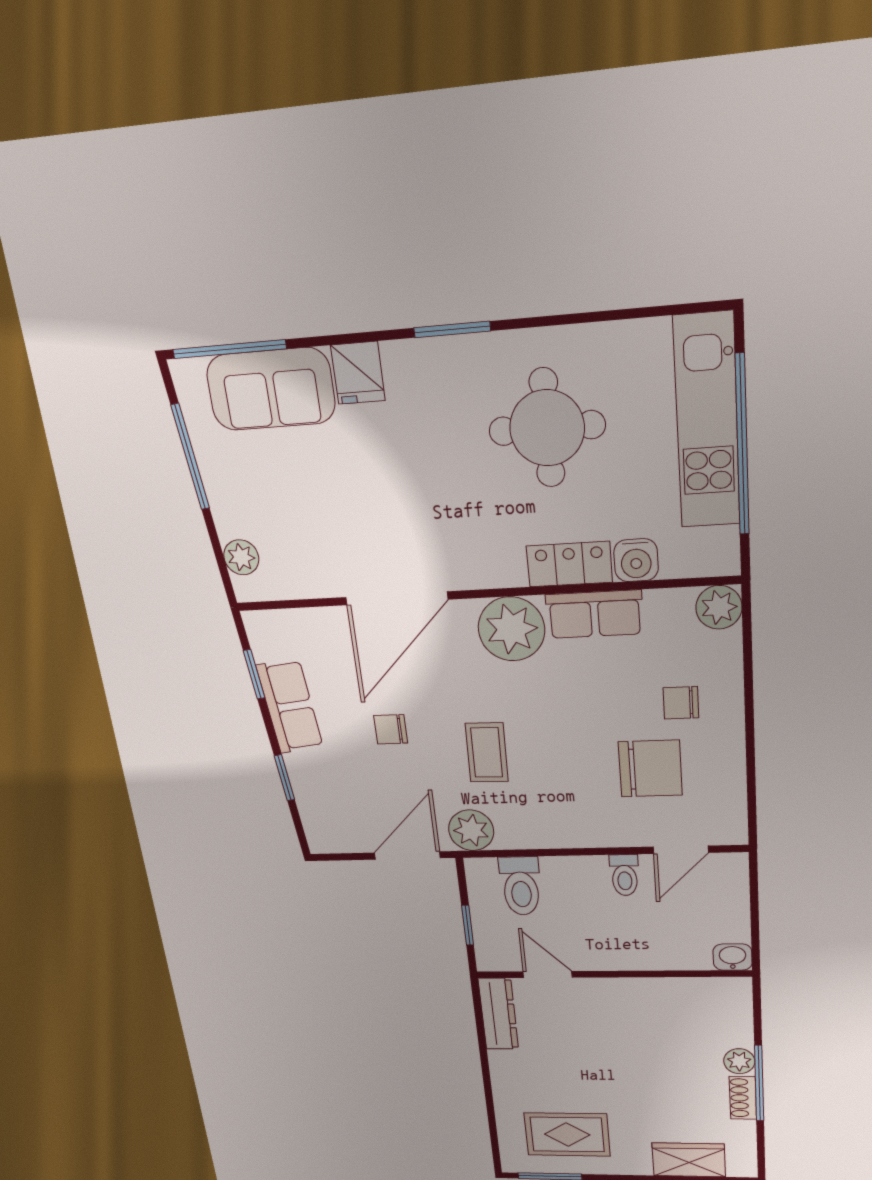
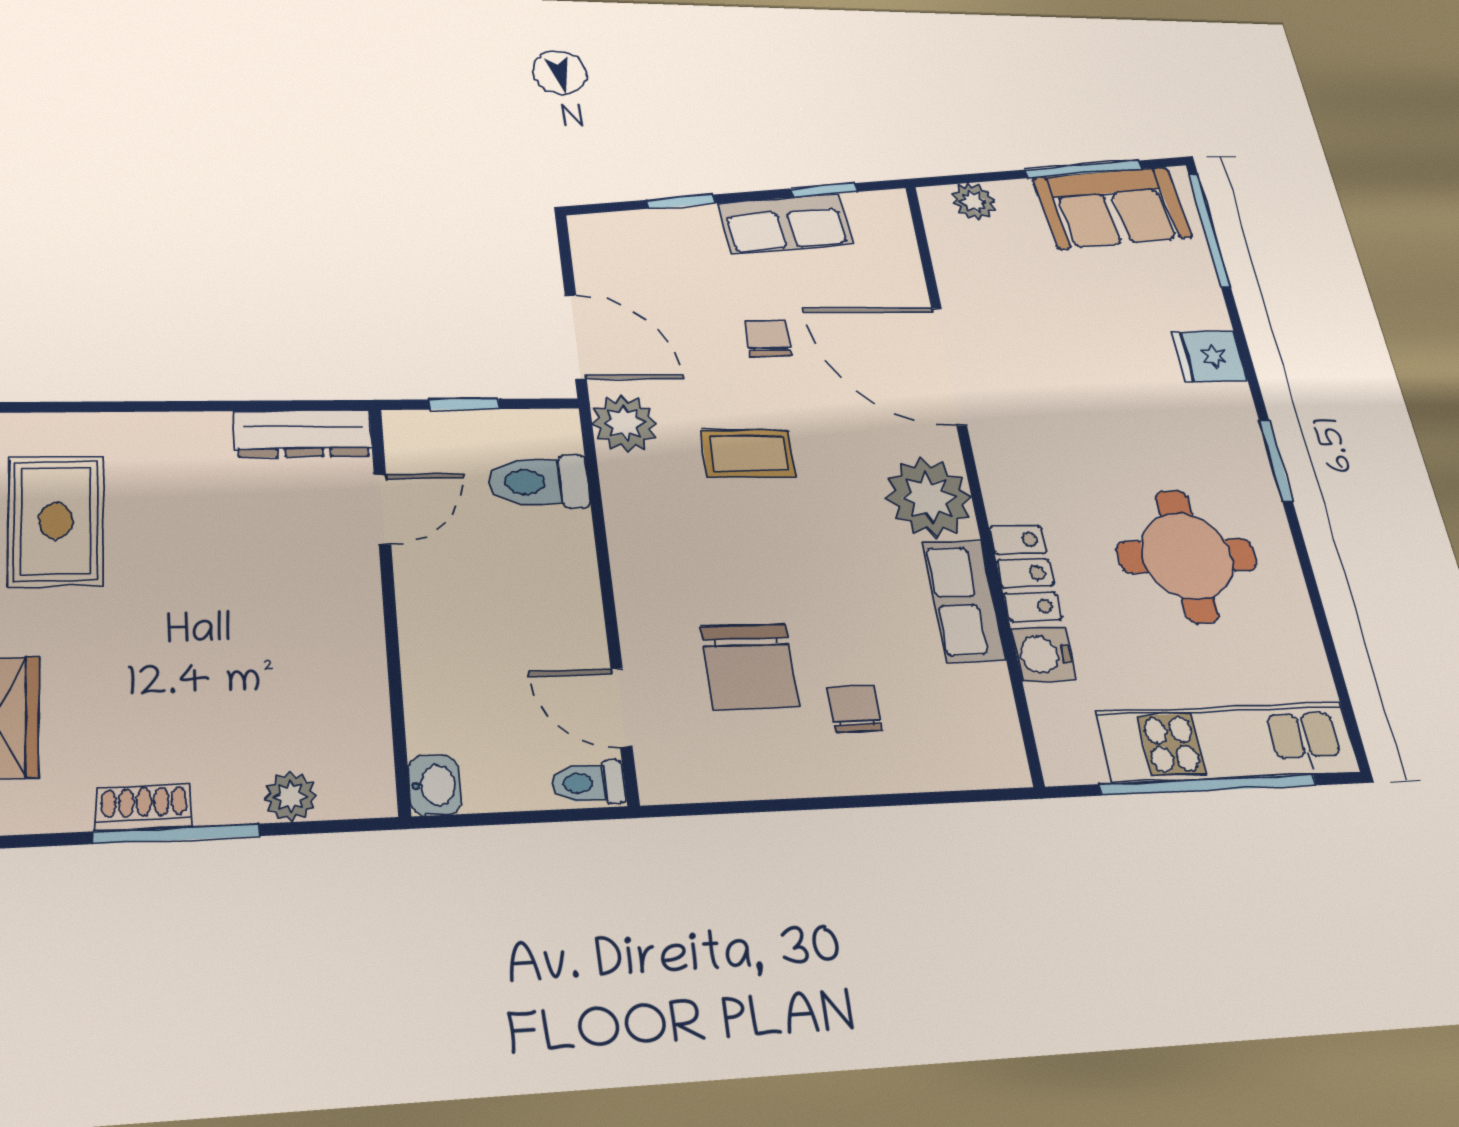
sofa: (271, 389) -> (1113, 208), moved, turned -96
plant: (719, 607) -> (997, 759), removed
toilet: (624, 875) -> (588, 783), moved
plant: (739, 1061) -> (291, 797), moved

